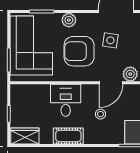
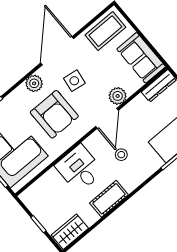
plant: (69, 20) -> (34, 83), moved
armchair: (79, 51) -> (54, 114), turned -90

